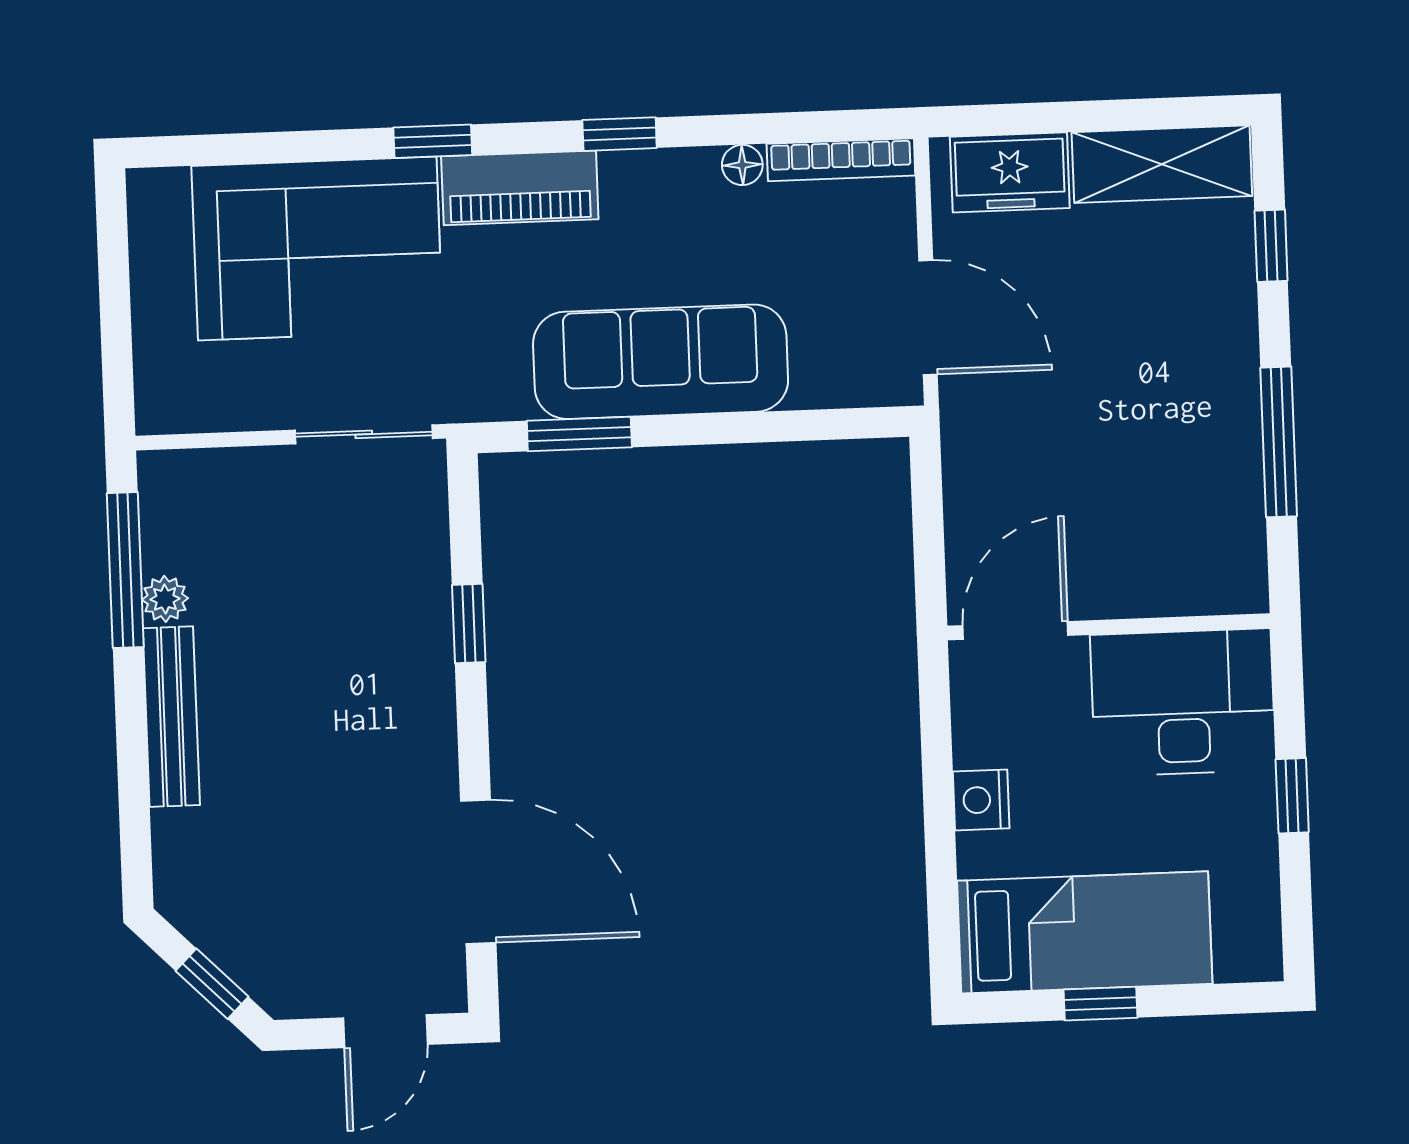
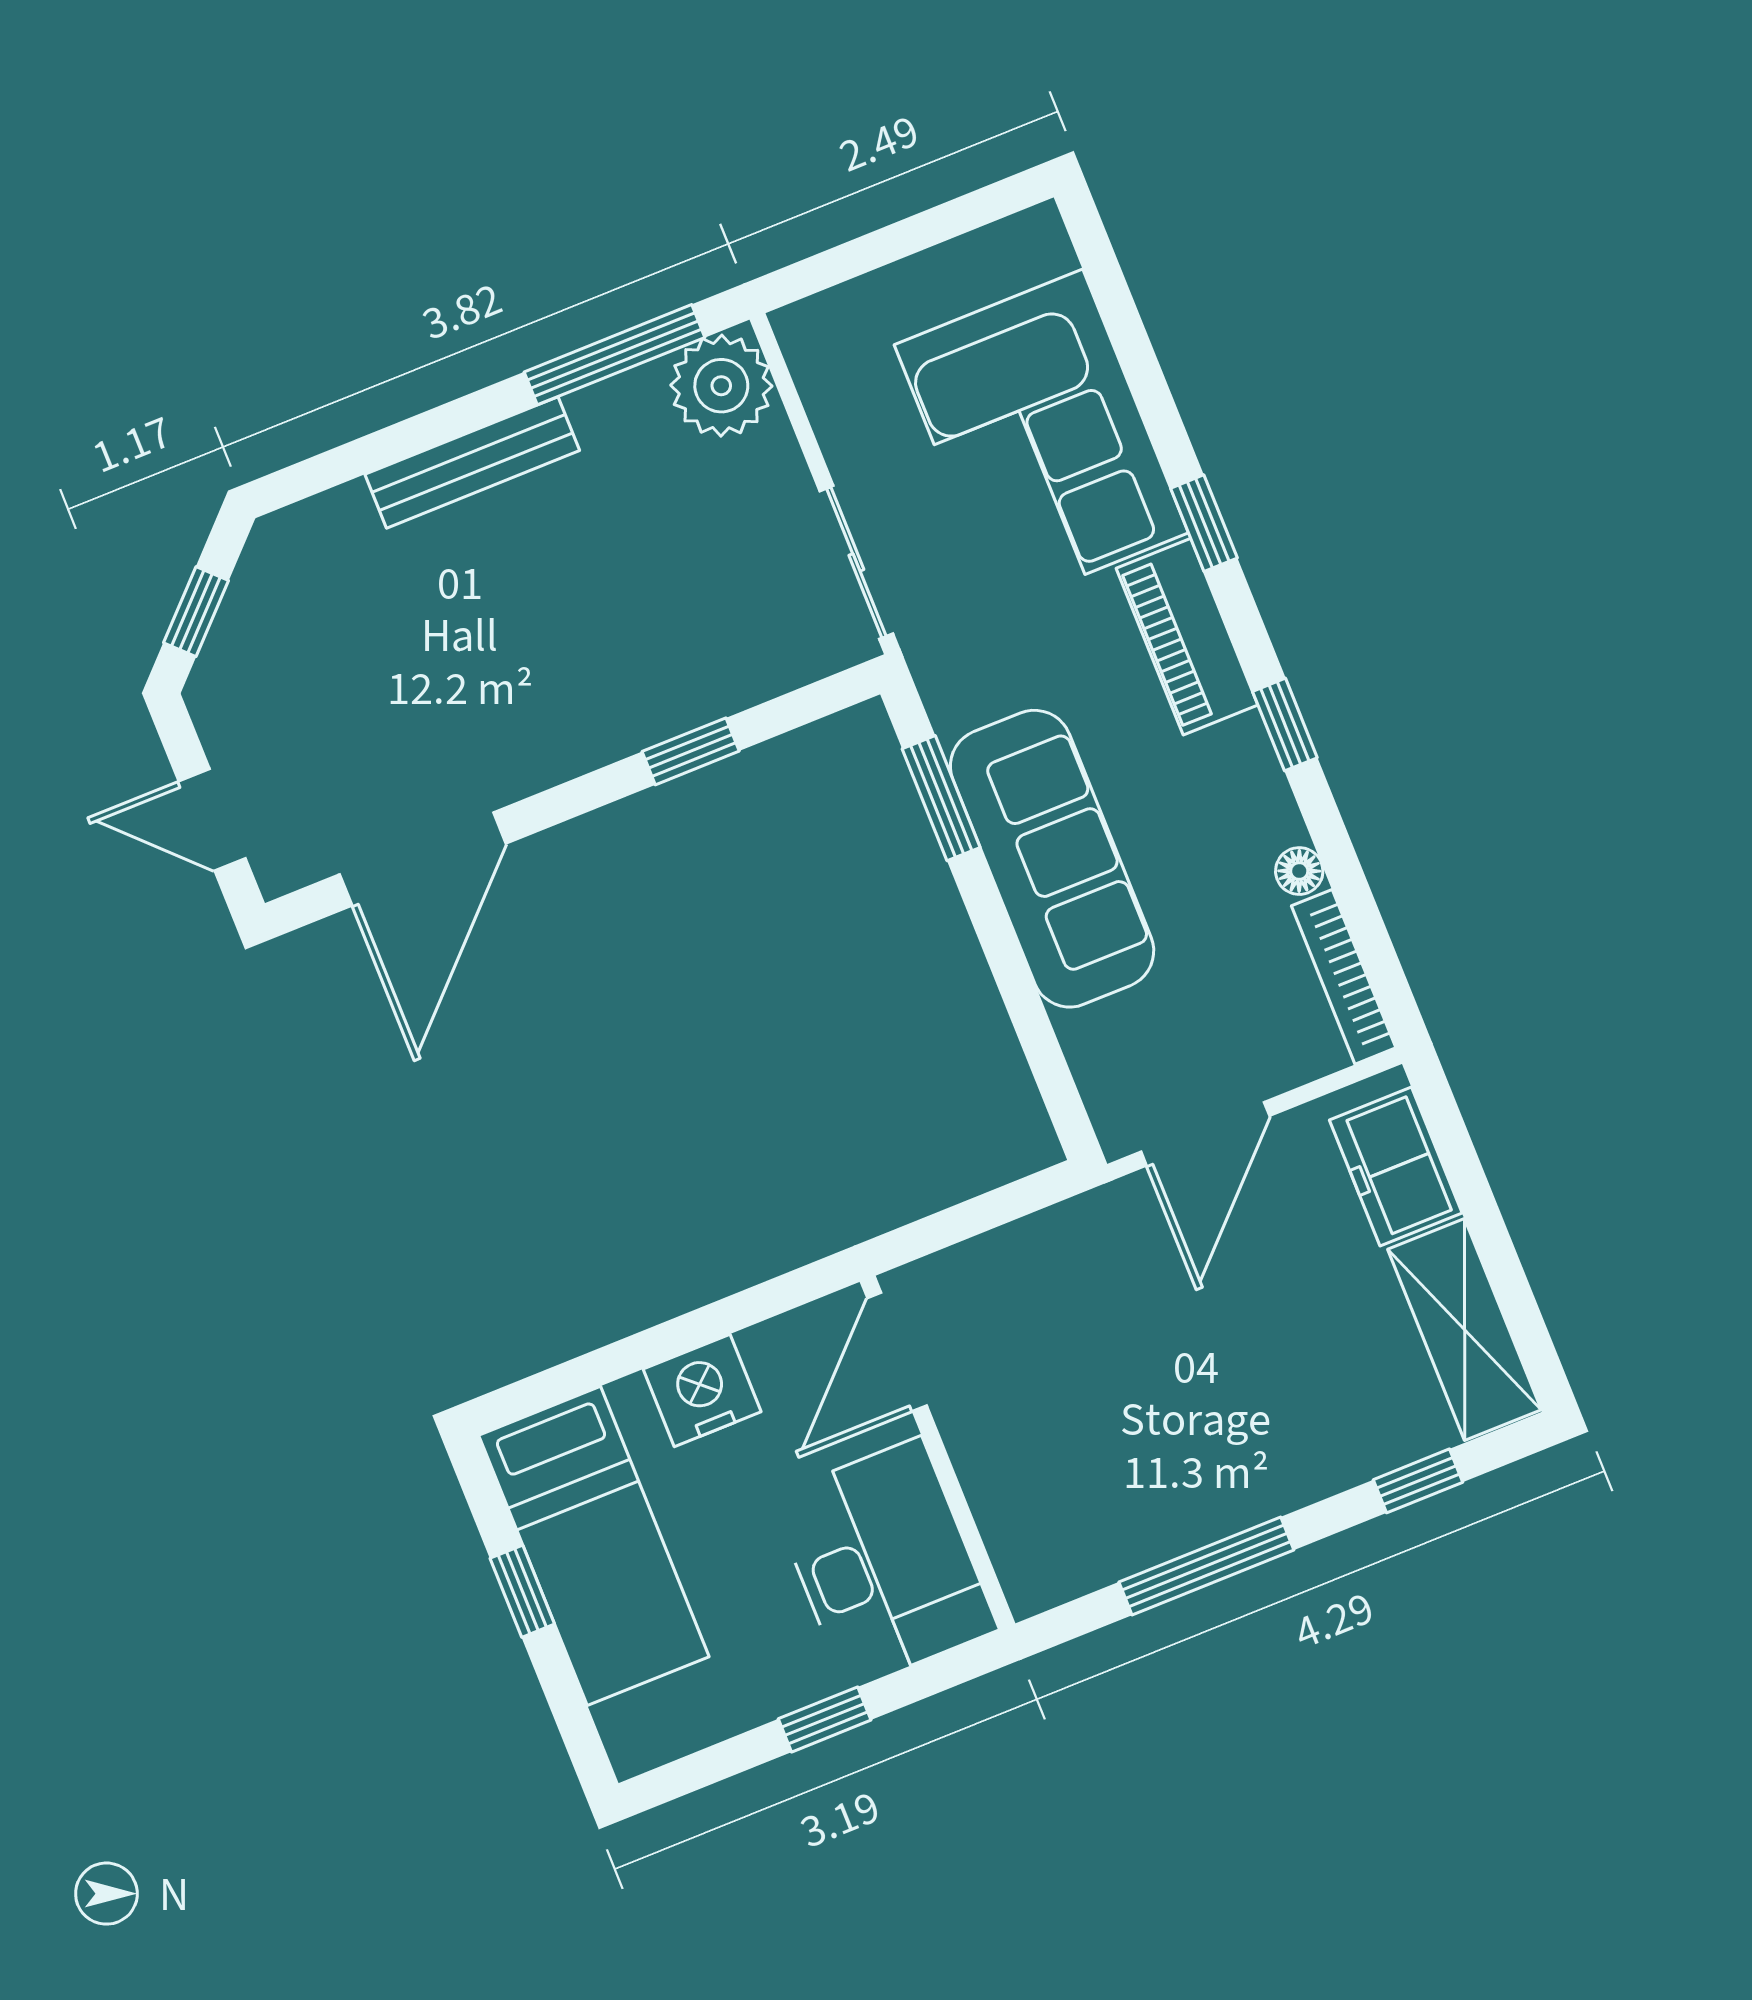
plant: (165, 599) -> (721, 386), moved, width x1.88, depth x1.88
door: (1015, 630) -> (897, 1352), swing flipped
nightstand: (981, 800) -> (702, 1390), width x1.36, depth x1.33

